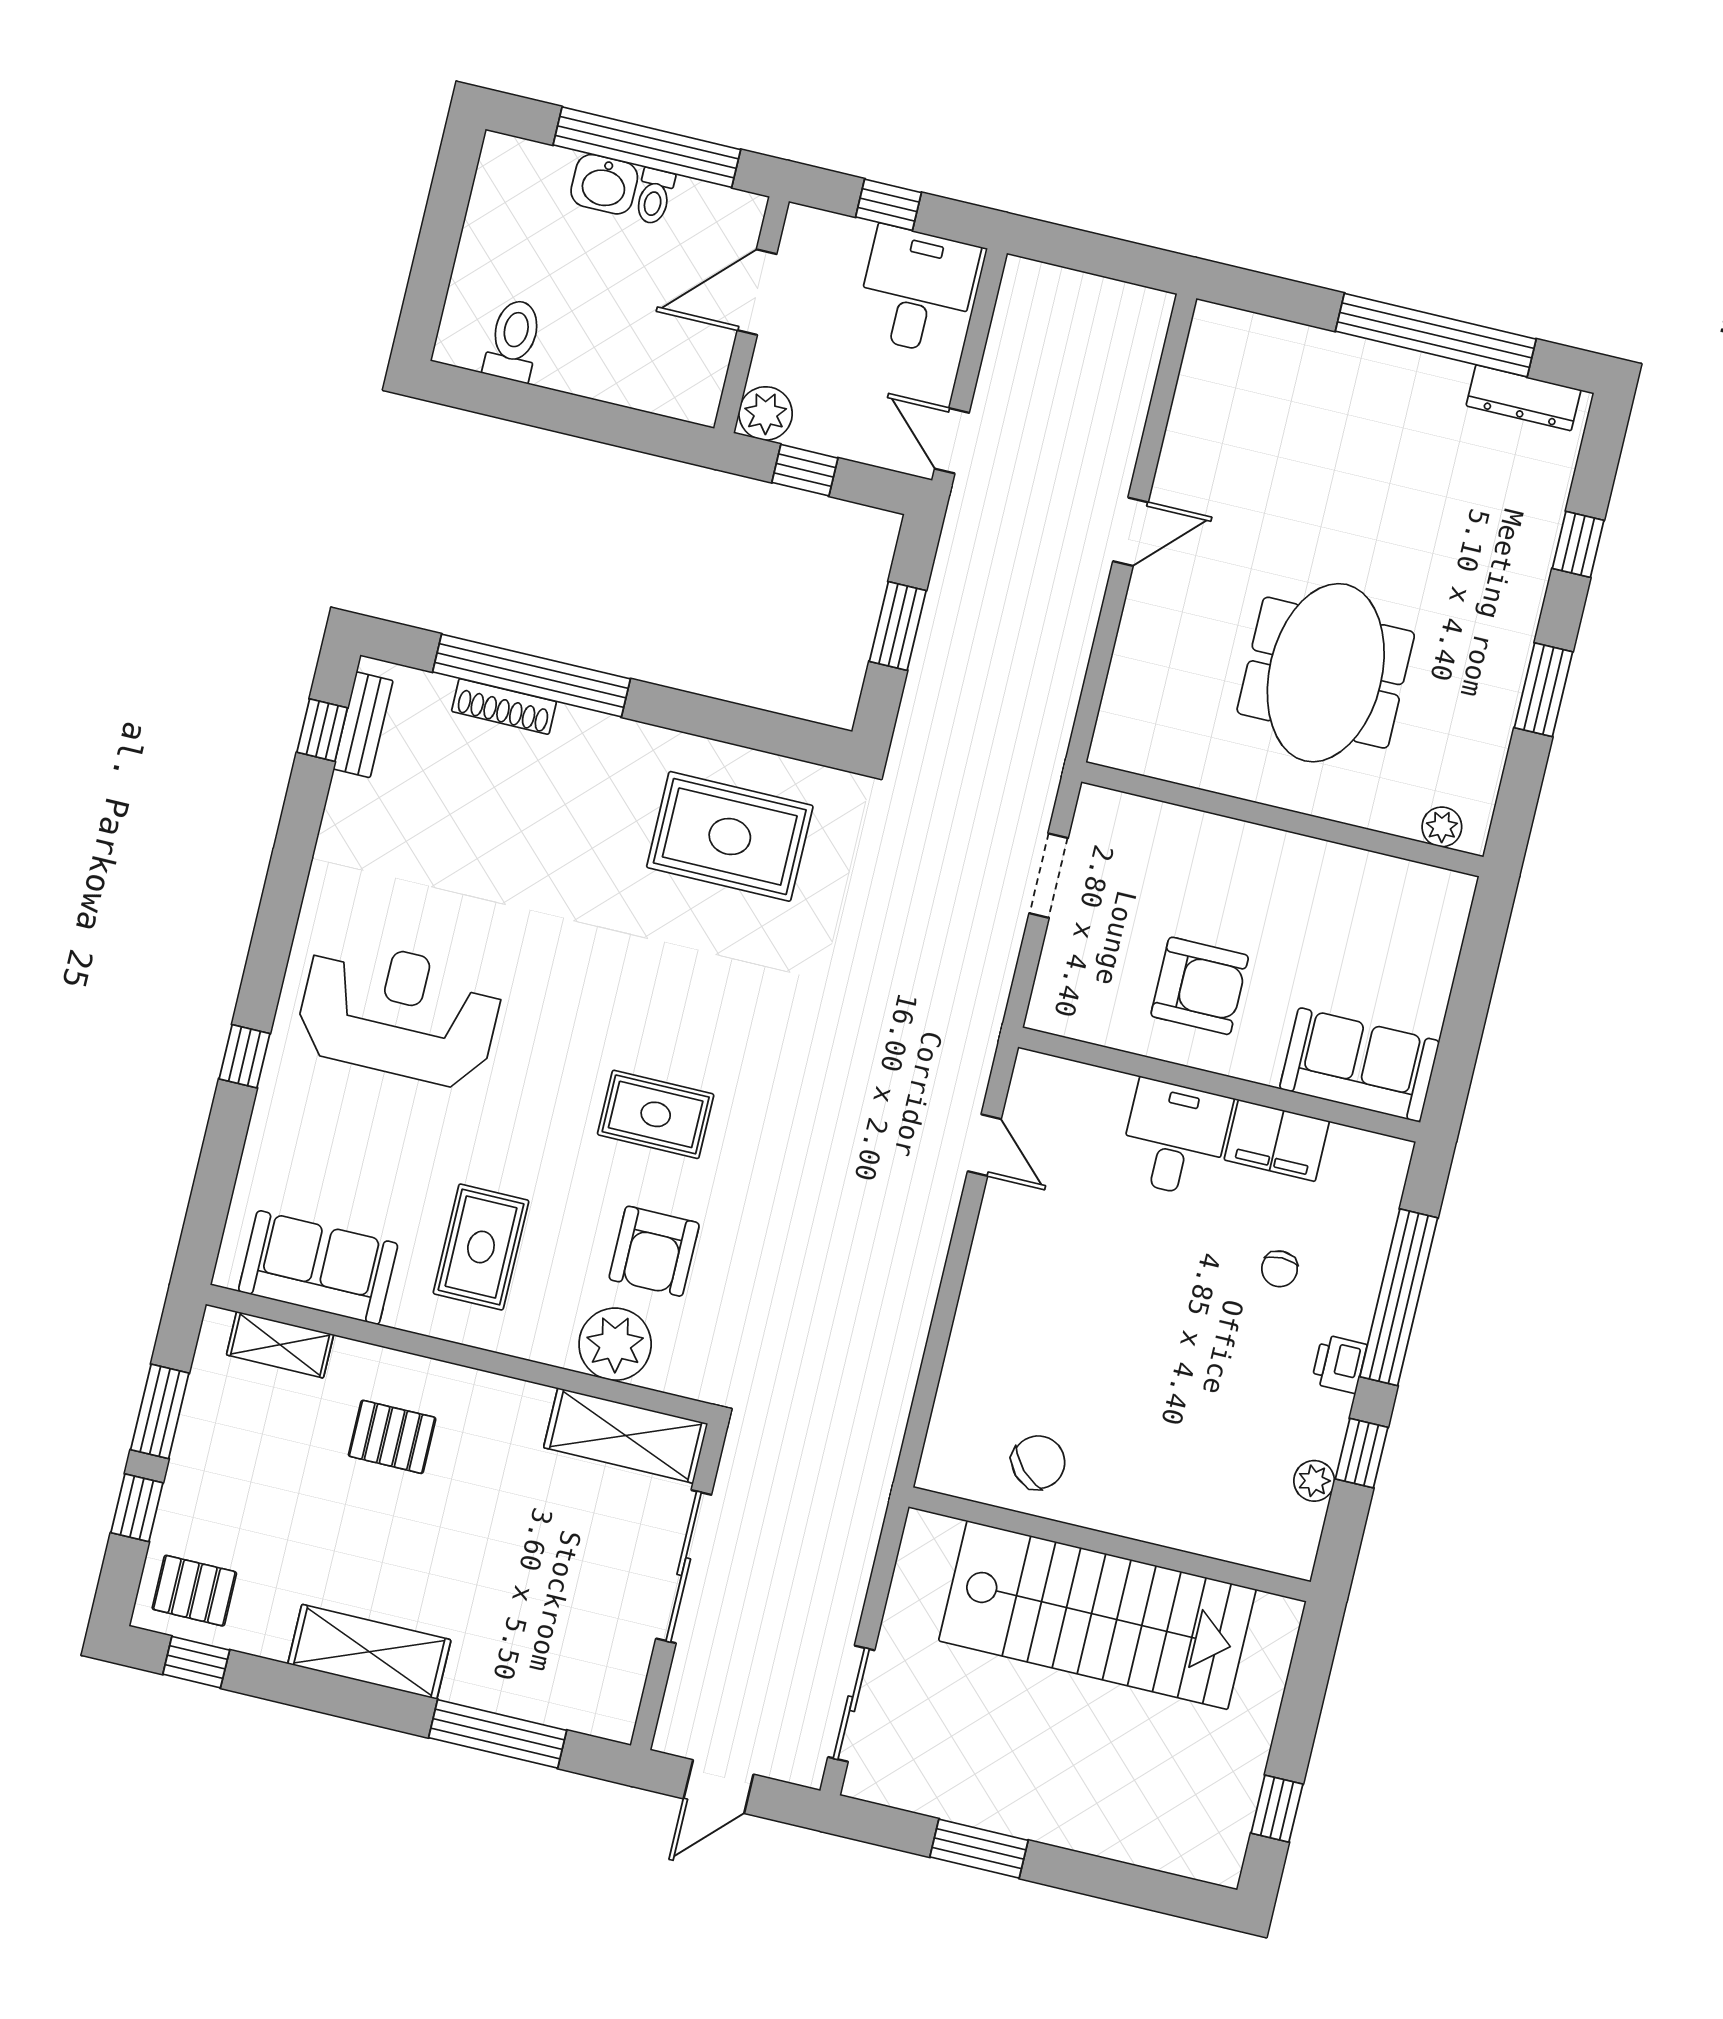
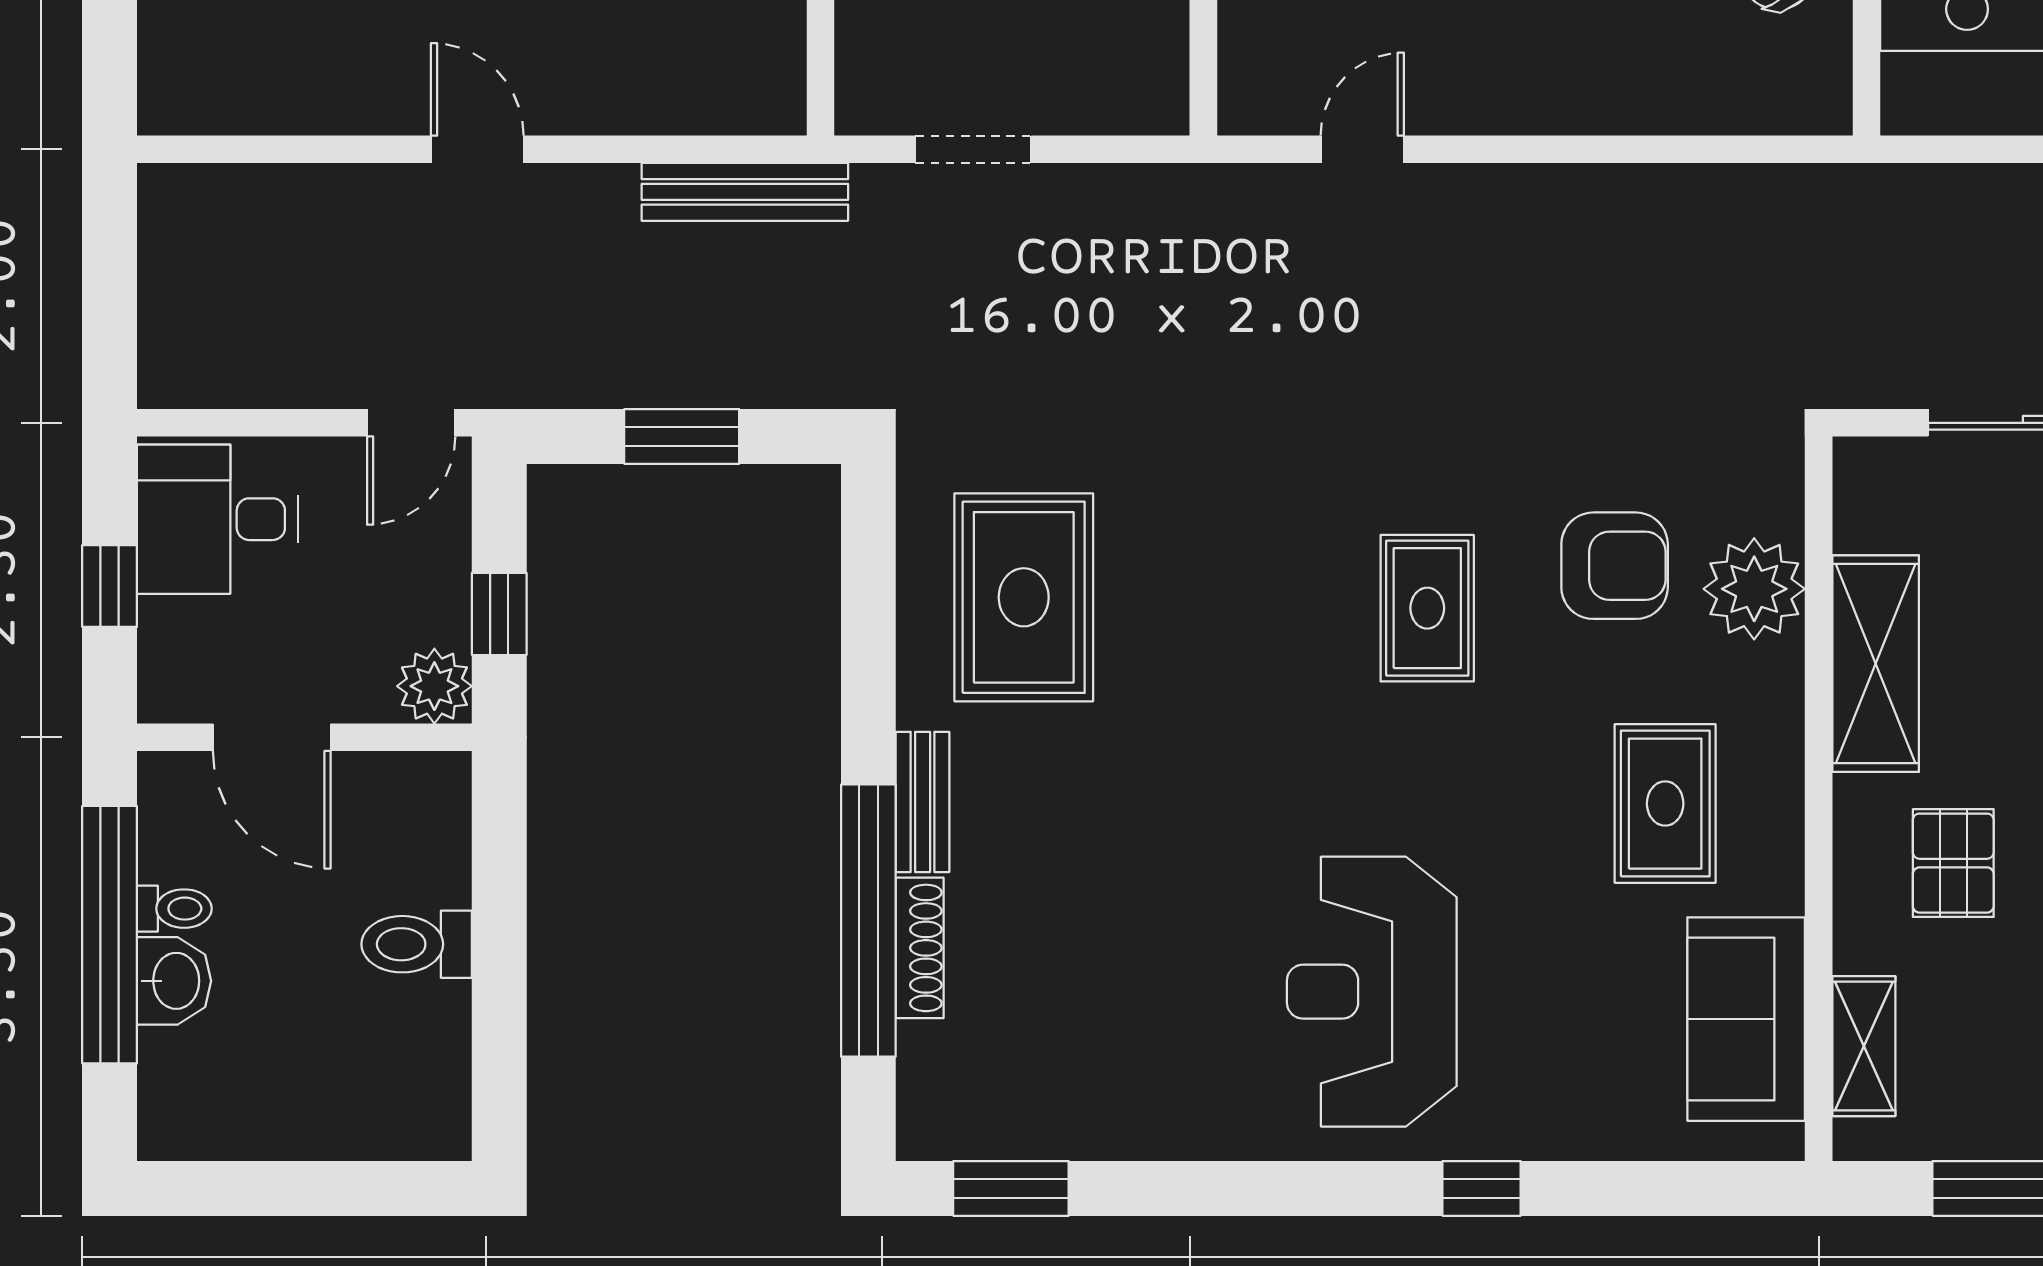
toilet: (514, 340) -> (417, 944), moved
bench: (1057, 710) -> (745, 192), added
bench: (363, 725) -> (923, 802), moved, turned 90
window: (322, 730) -> (1011, 1188), width x1.50
rug: (481, 1247) -> (1665, 804), turned 90
shelving: (626, 1436) -> (1876, 664), moved

